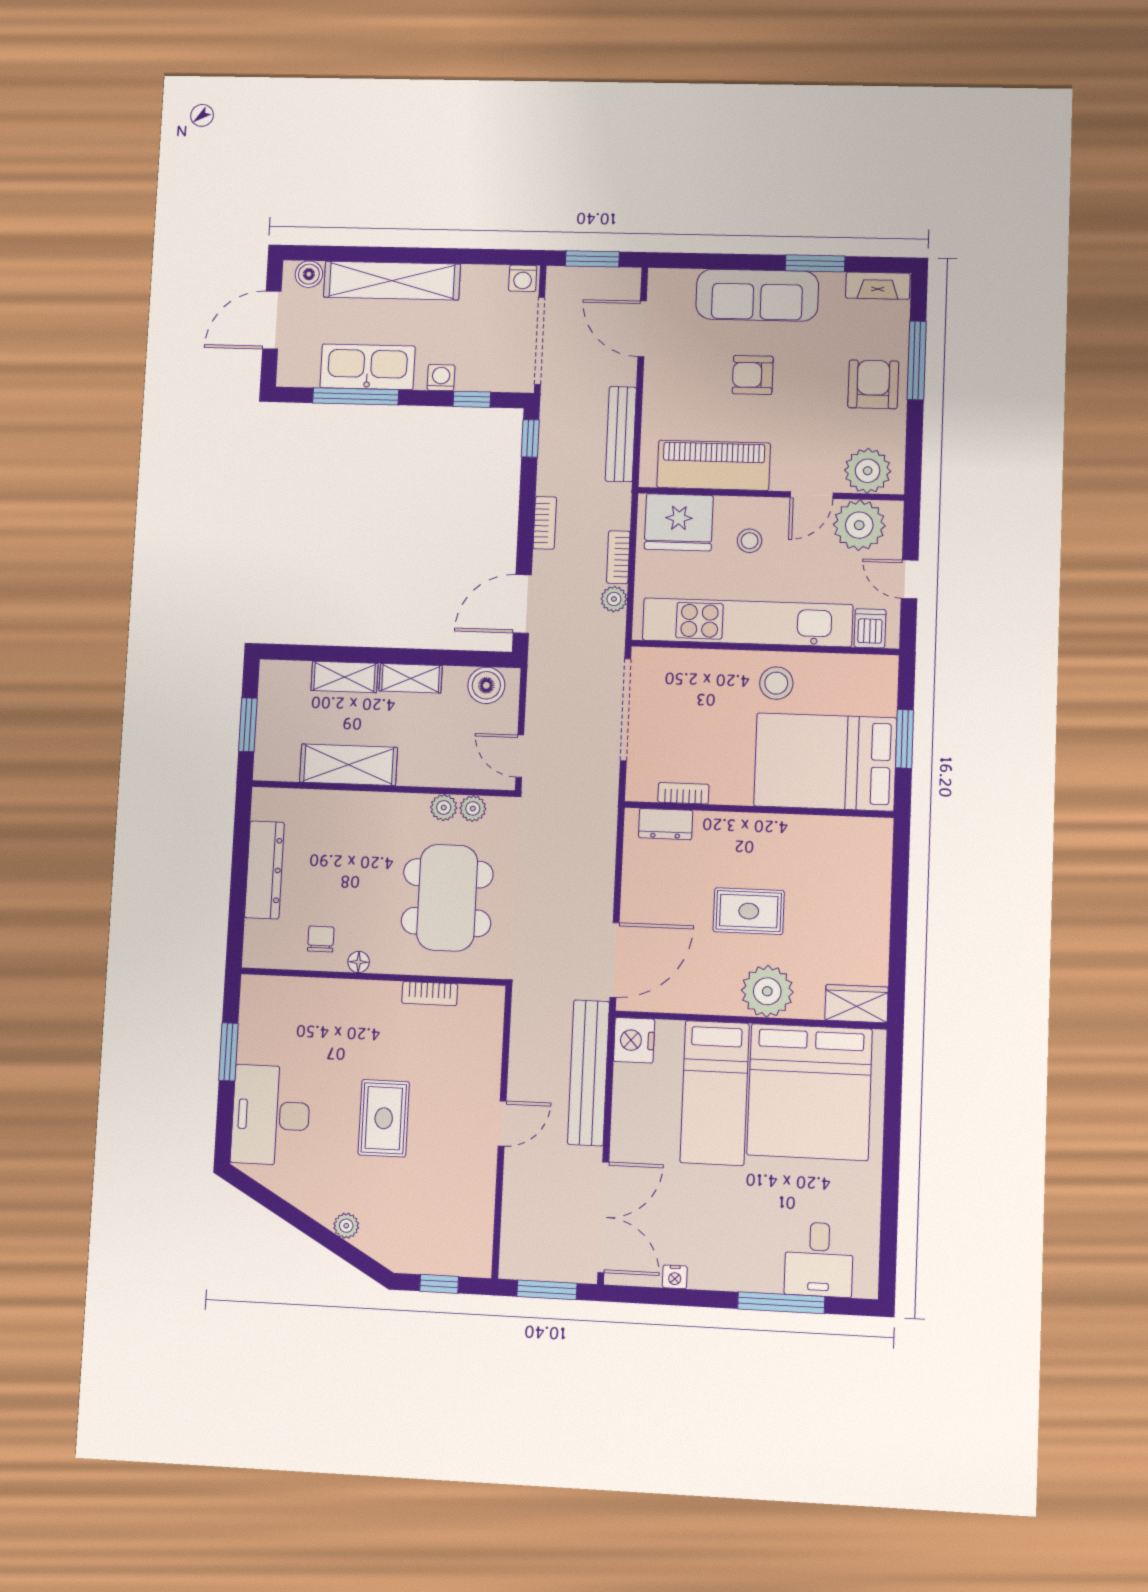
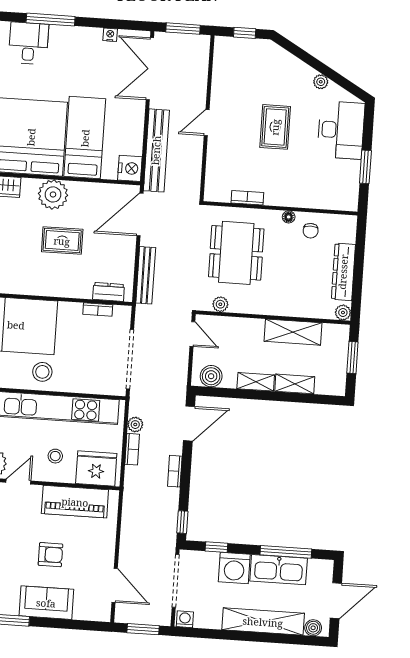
sofa: (757, 295) -> (46, 603), width x0.73
washing machine: (441, 378) -> (234, 568), width x1.89, depth x1.89
bench: (621, 434) -> (146, 275), moved
plant: (444, 808) -> (343, 313), moved
plant: (346, 1226) -> (321, 82), moved

